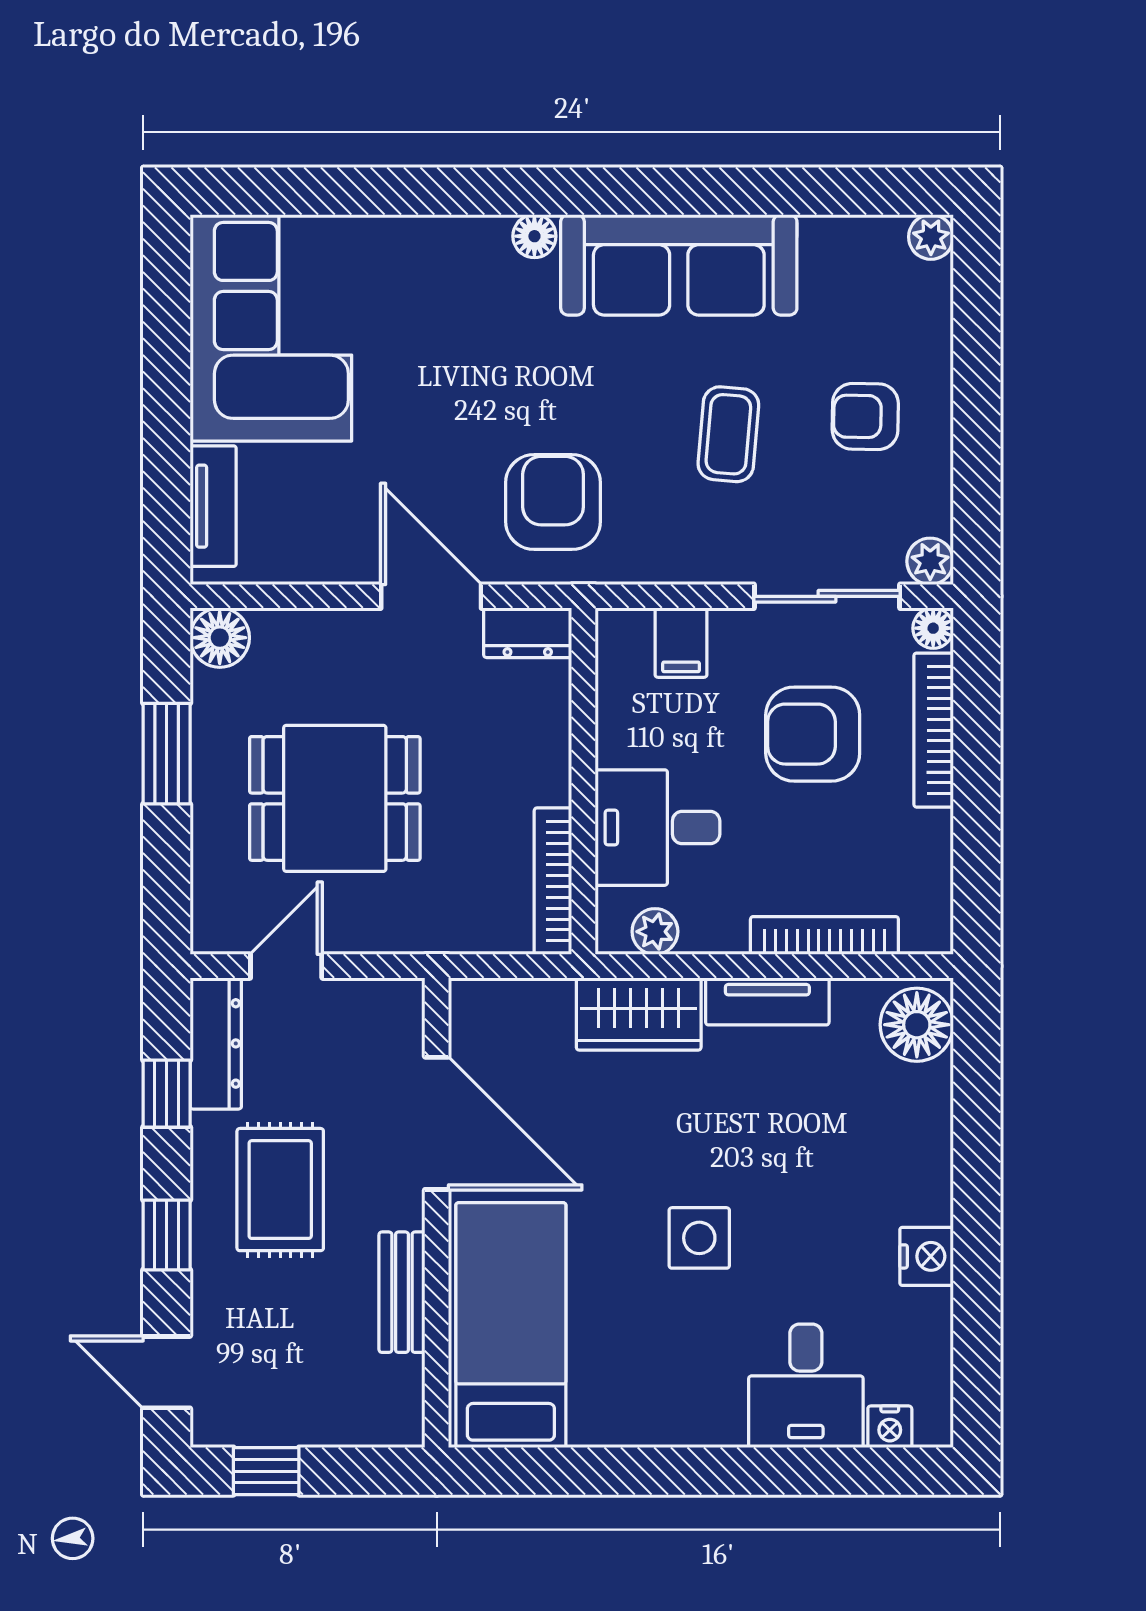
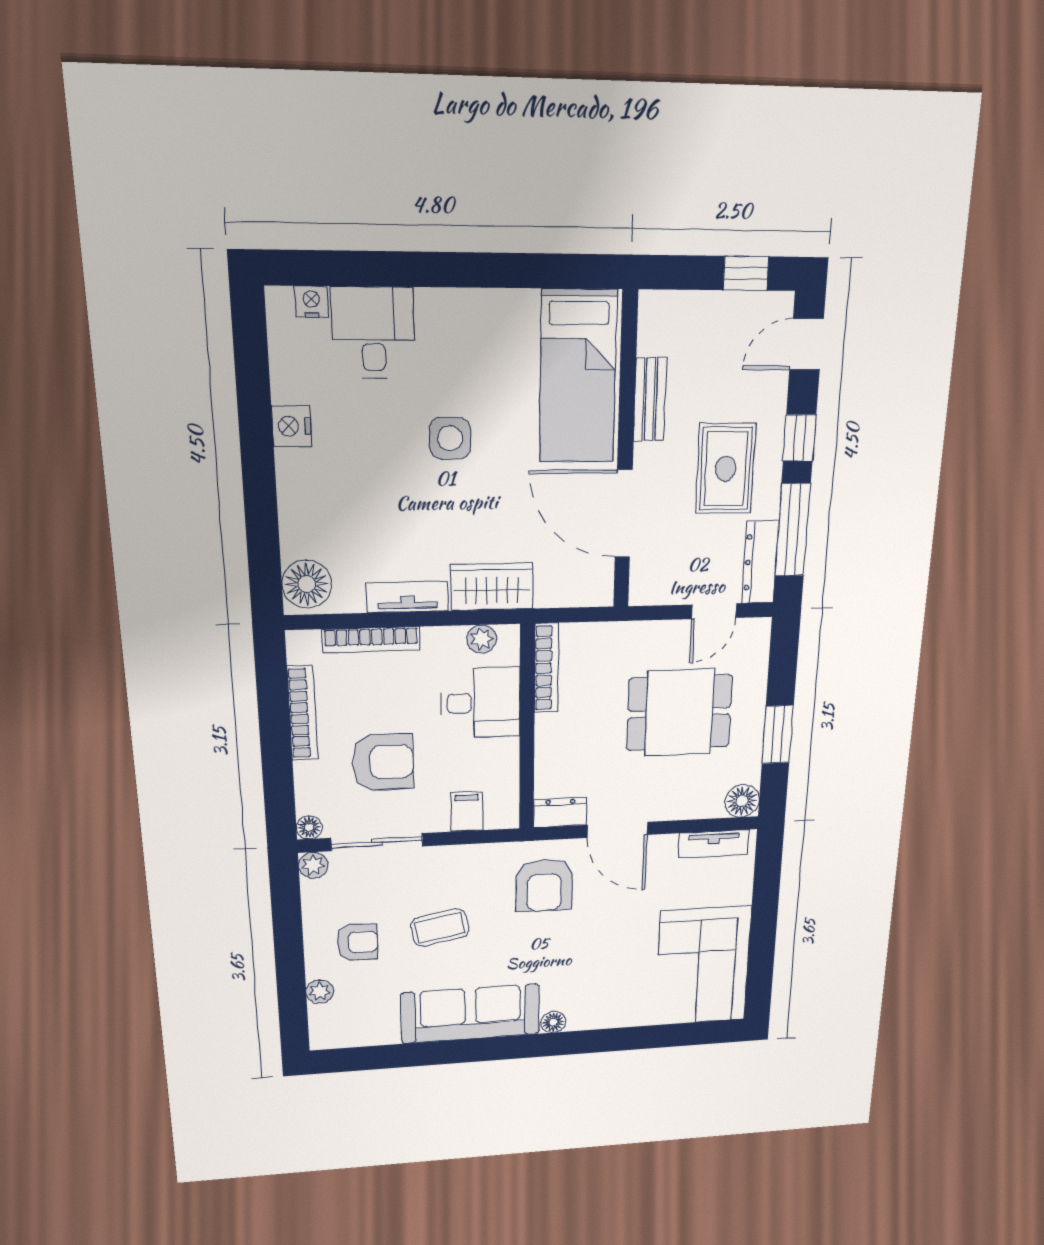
plant: (931, 237) -> (320, 992), moved
coffee table: (728, 434) -> (440, 928), turned 74
tv unit: (213, 506) -> (714, 844), moved, turned -90
bookcase: (934, 730) -> (303, 713), moved
window: (167, 1094) -> (793, 530), width x2.17
door: (167, 1372) -> (806, 344), swing flipped

